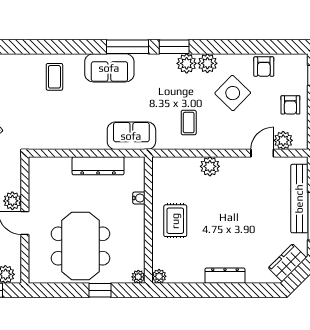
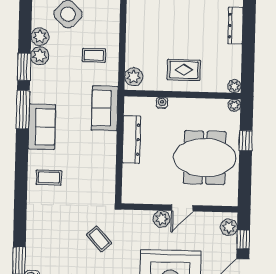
plant: (210, 166) -> (134, 77), moved

